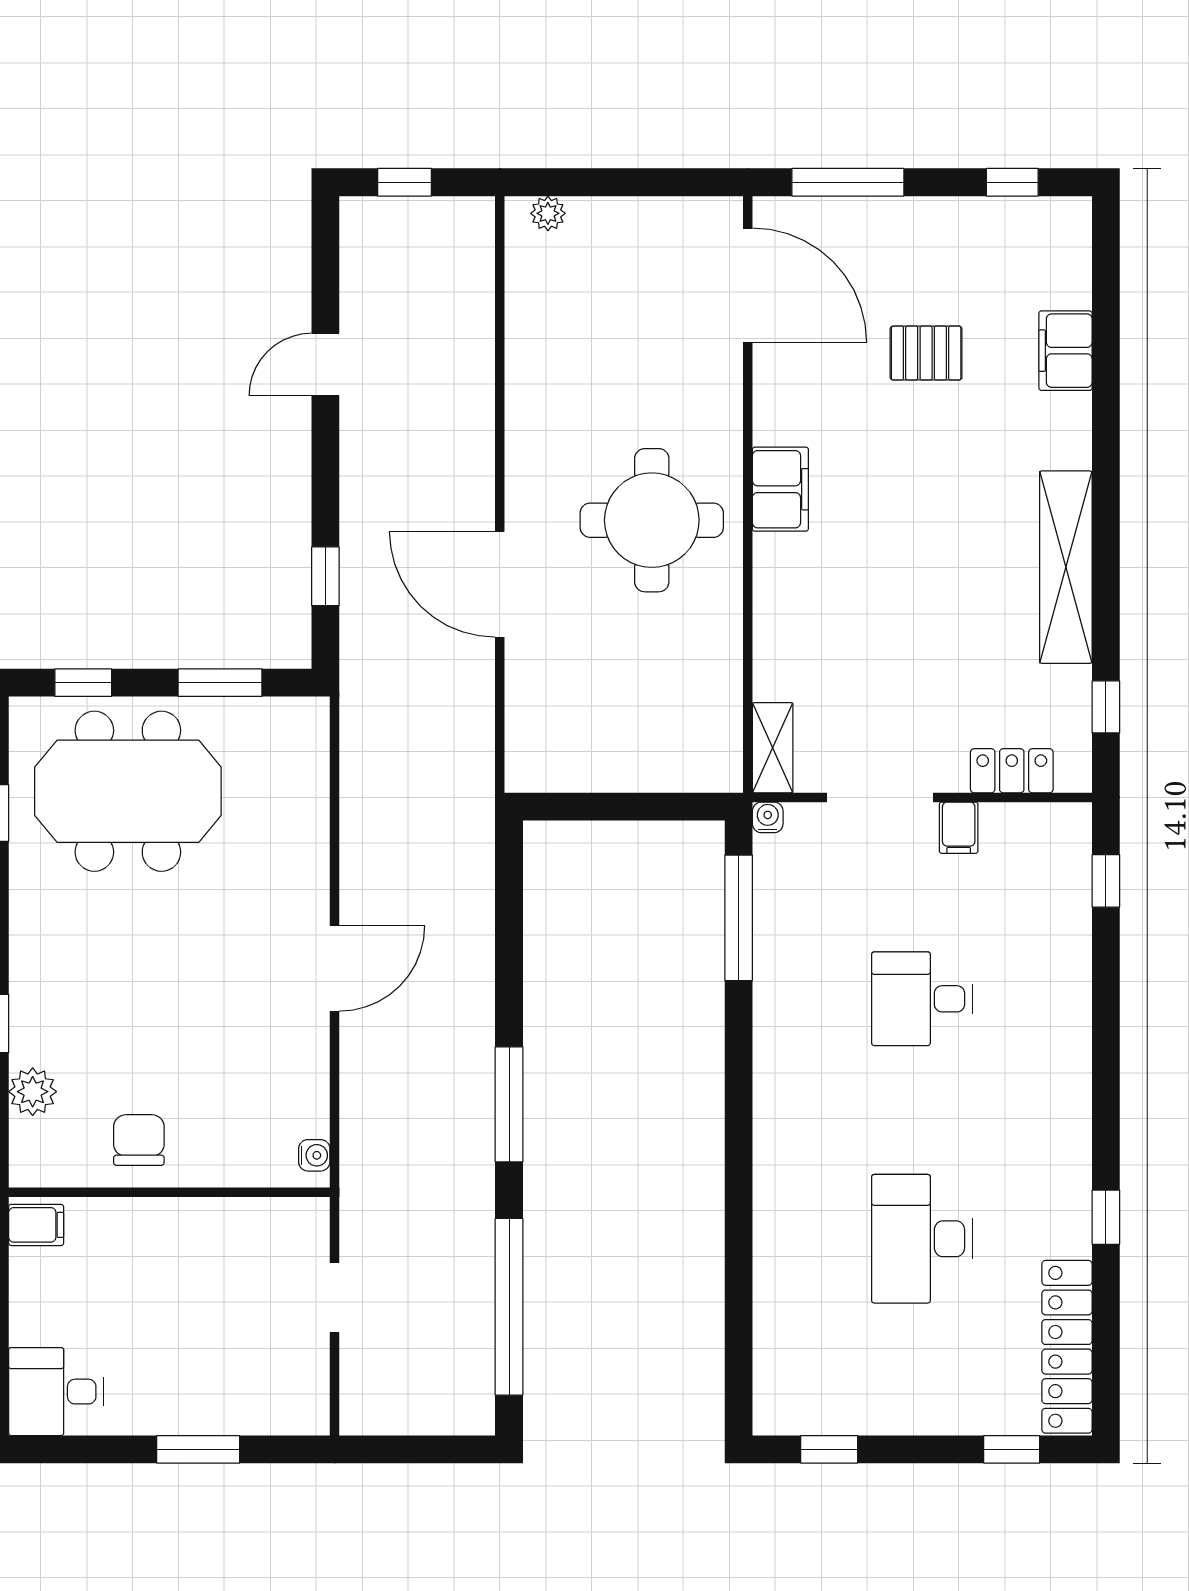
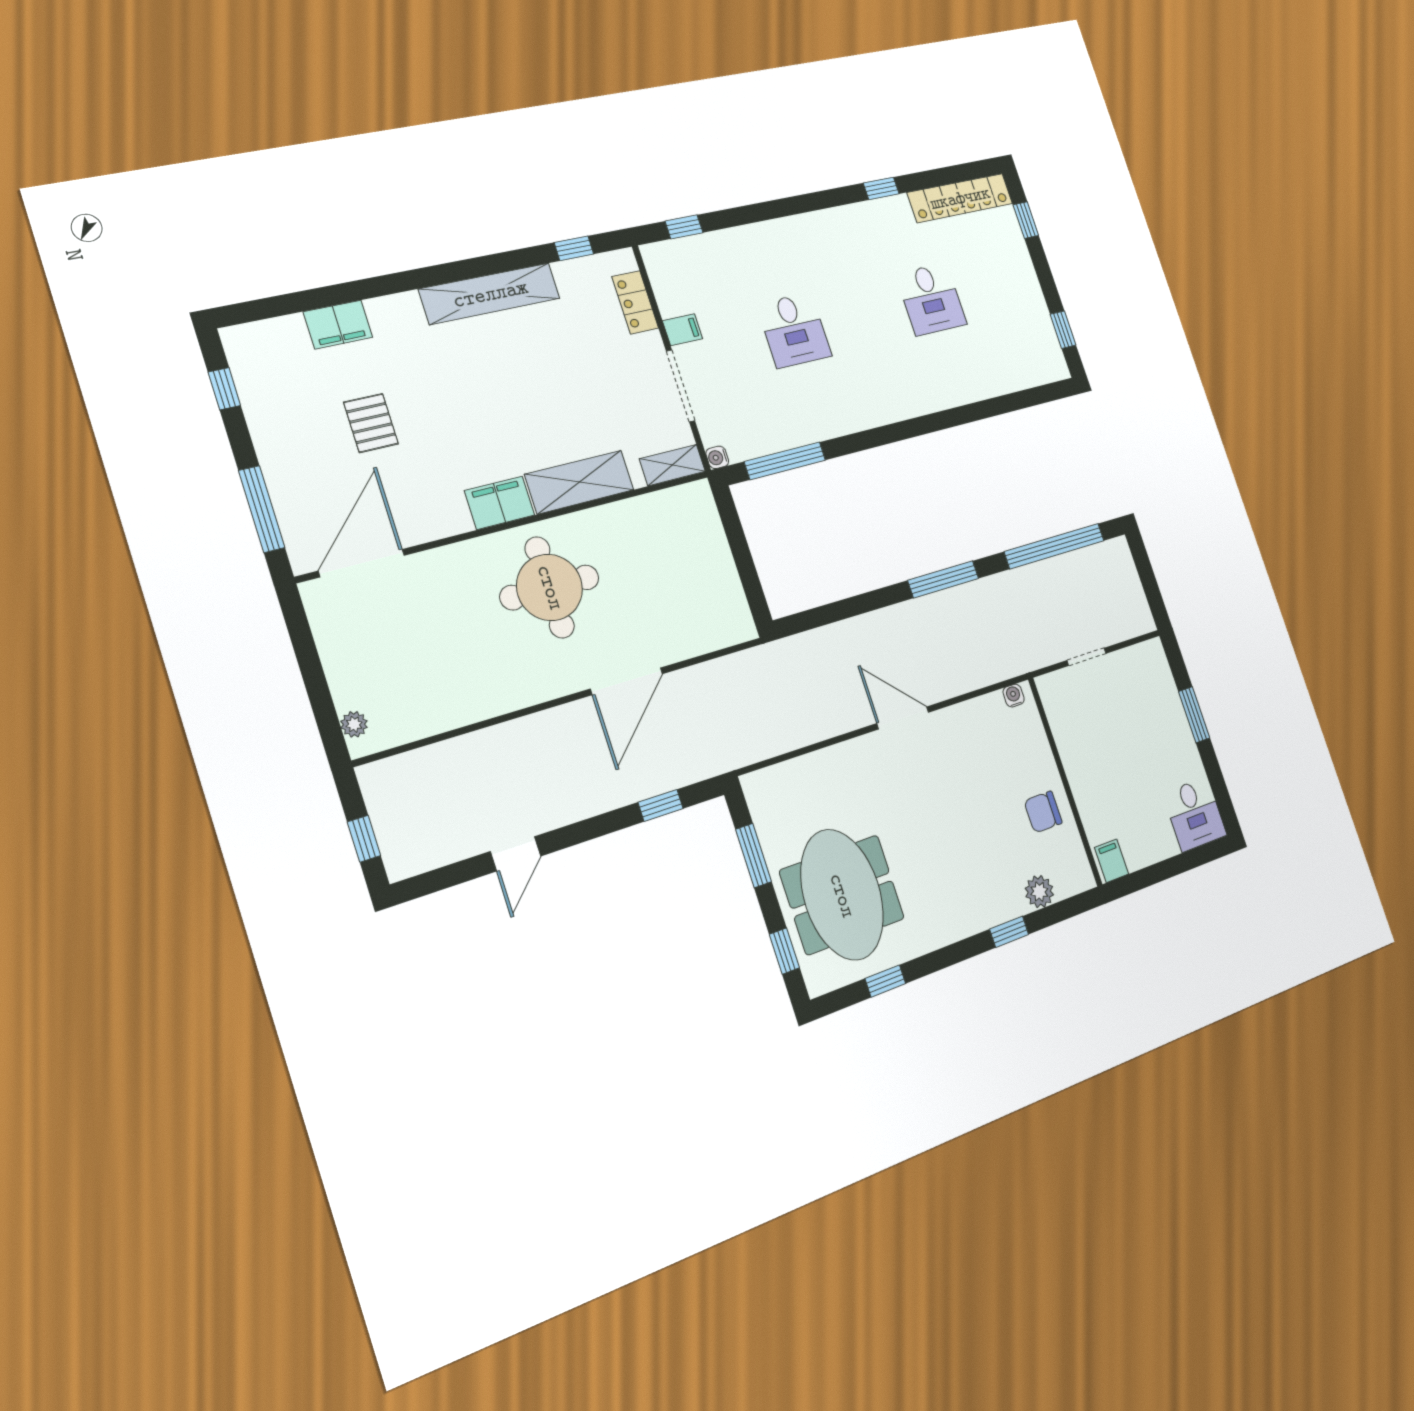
door: (325, 364) -> (516, 854), hinge flipped
shelving: (781, 608) -> (579, 482), added
desk: (922, 1239) -> (931, 299), width x0.73

